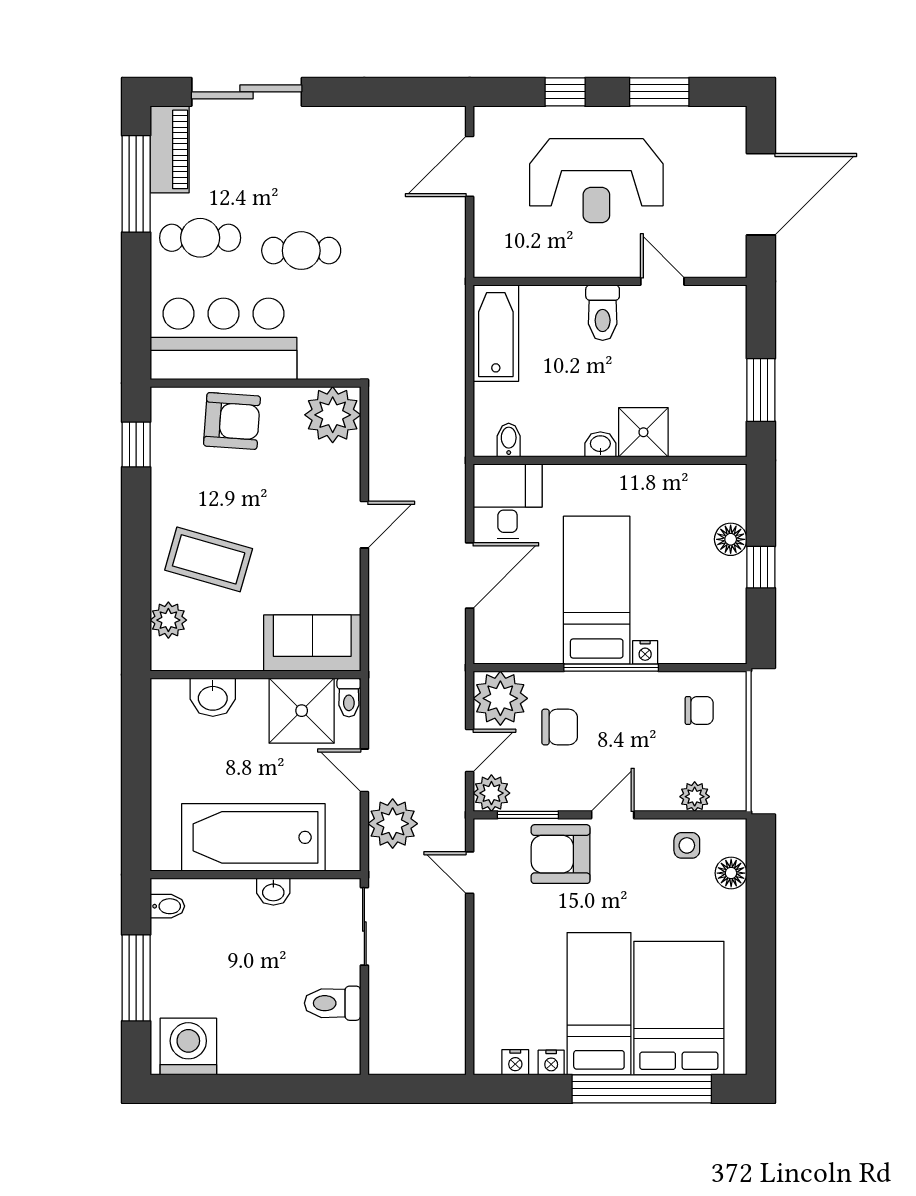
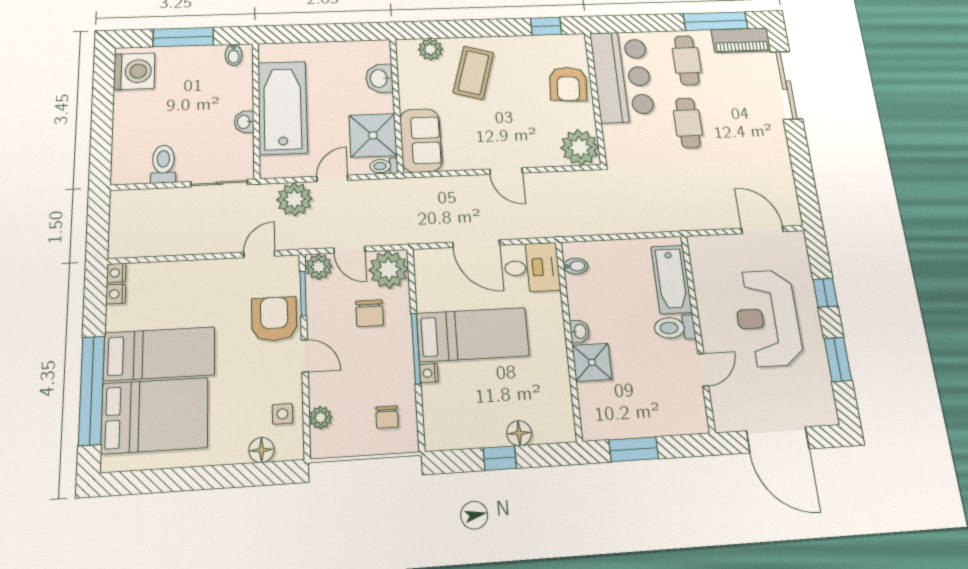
bathtub: (496, 333) -> (671, 279), moved, turned 90
nightstand: (551, 1062) -> (116, 273), moved

